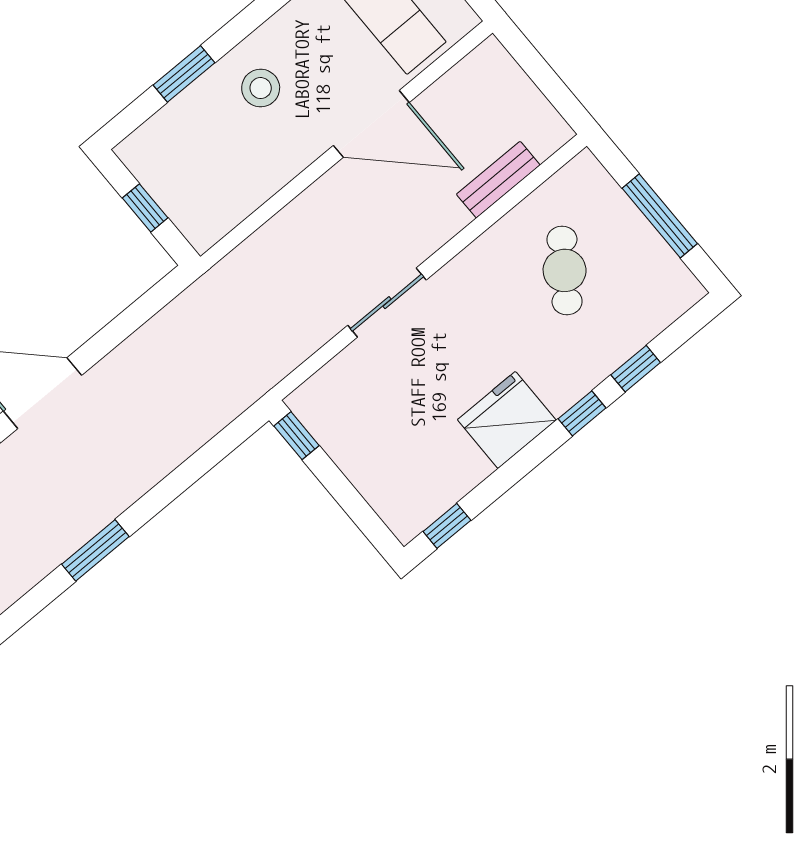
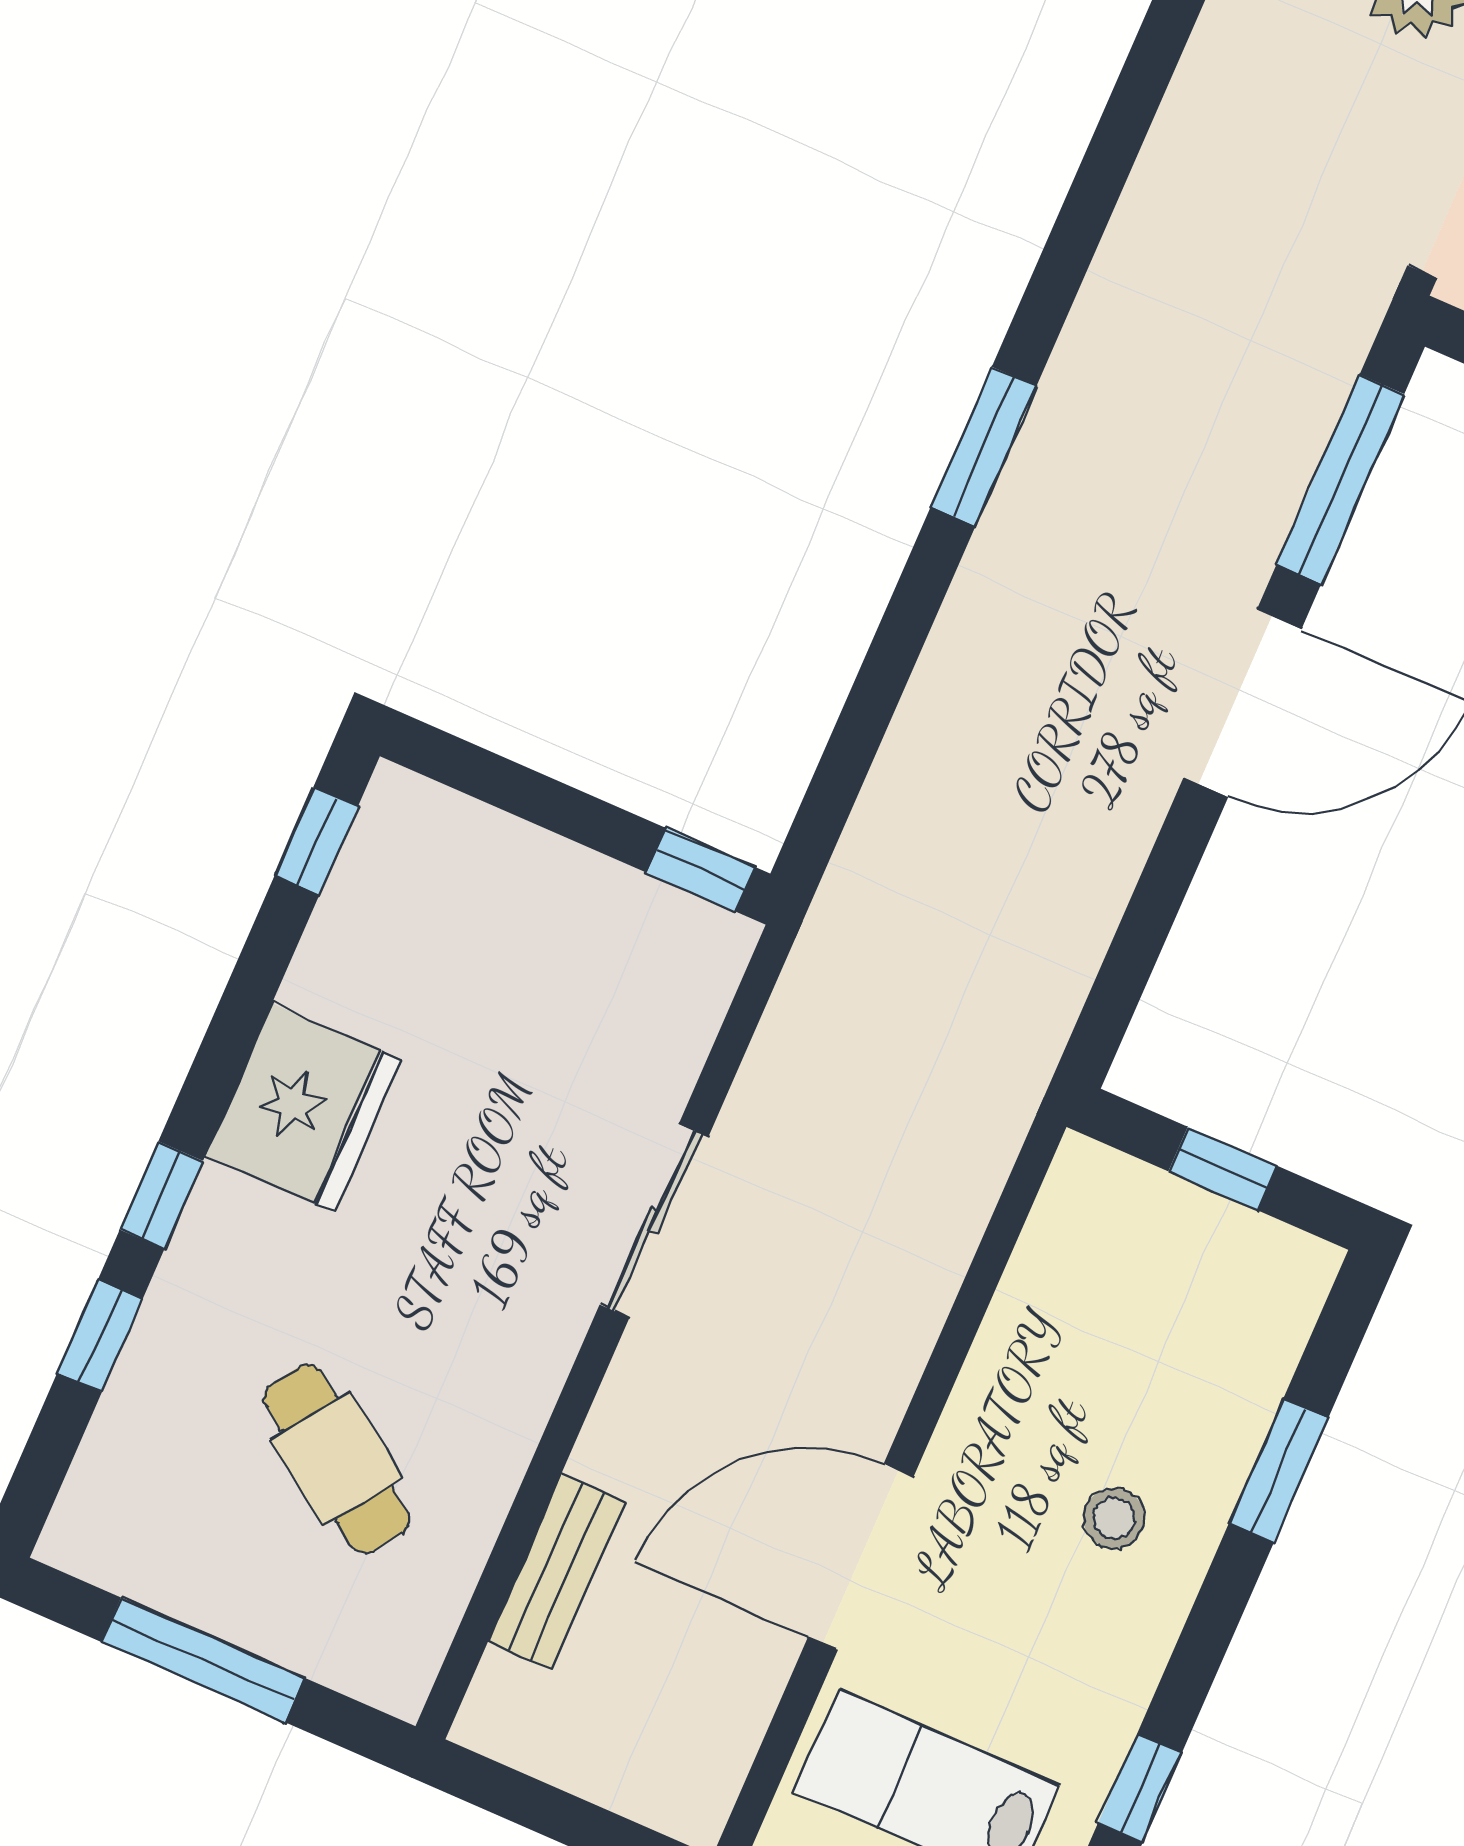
stool: (261, 88) -> (1114, 1518), width x0.73, depth x0.73

